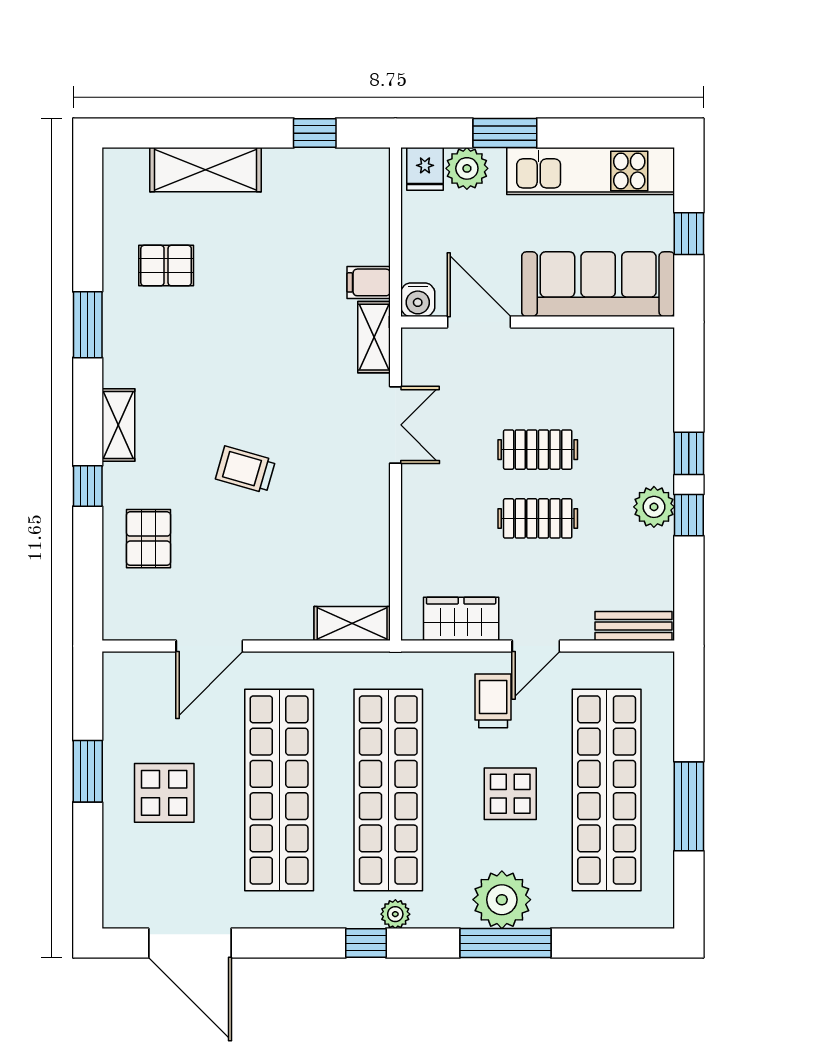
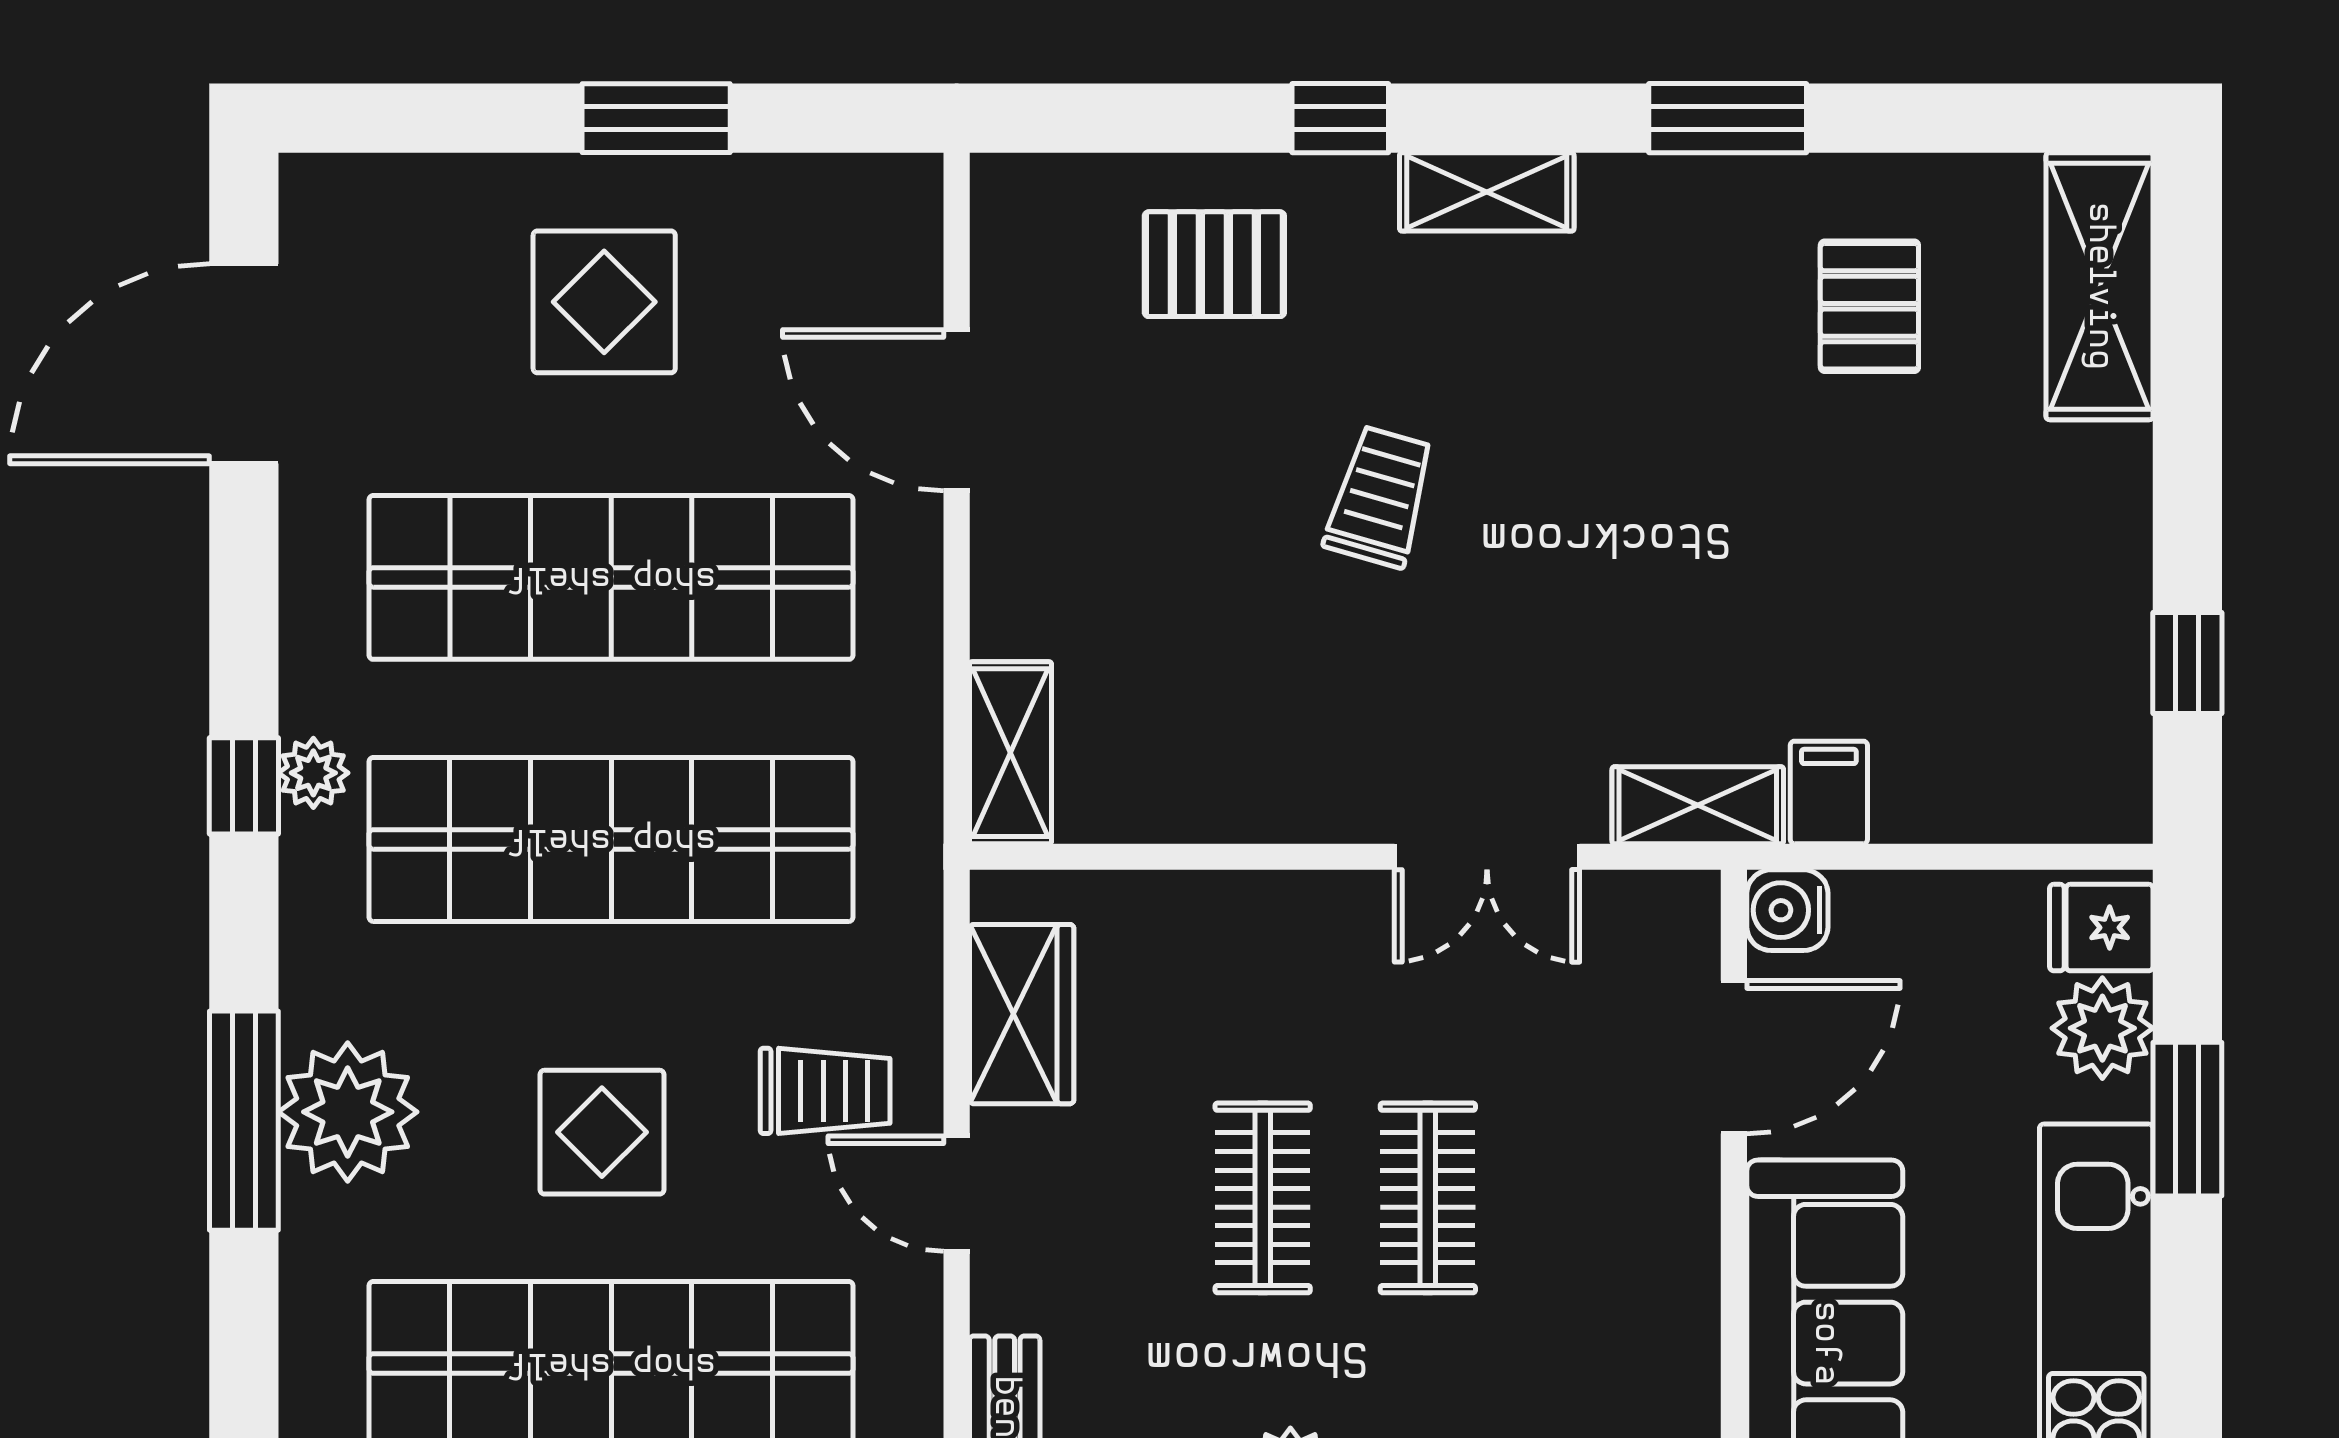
shelving: (205, 170) -> (2099, 286), moved
plant: (395, 914) -> (313, 773), moved

